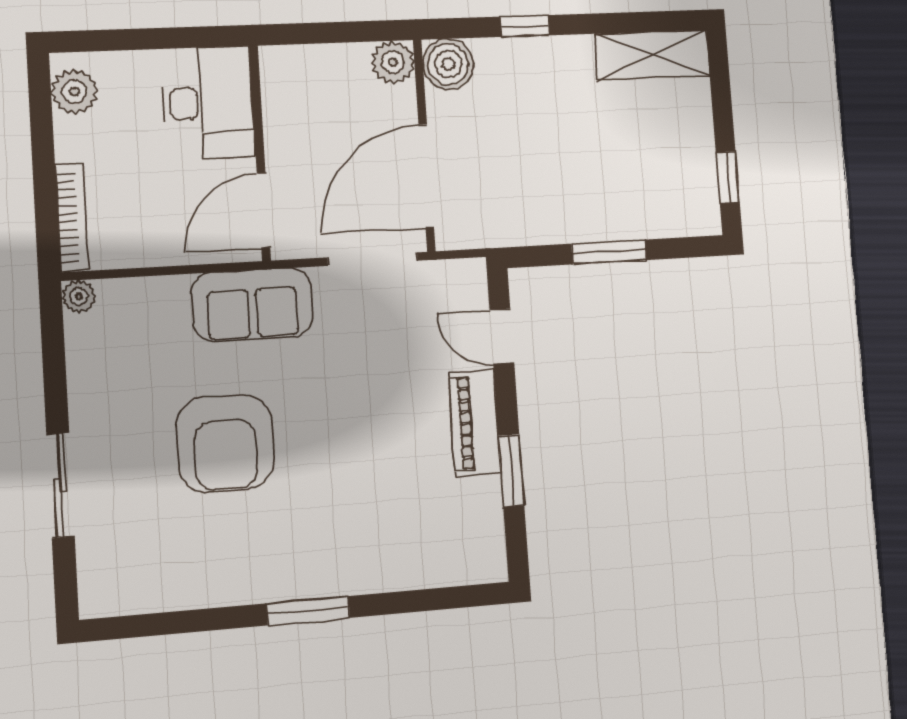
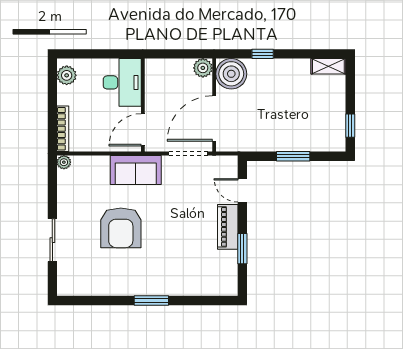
shelving: (652, 55) -> (328, 66), width x0.67, depth x0.75
boiler: (448, 64) -> (231, 74), width x1.37, depth x1.37

